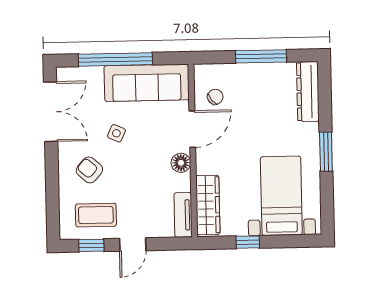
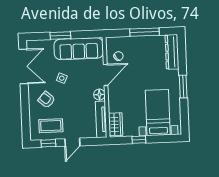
window: (115, 59) -> (60, 35), width x0.47
wardrobe: (208, 205) -> (116, 124), width x0.67
tv unit: (183, 215) -> (101, 119), width x1.41

